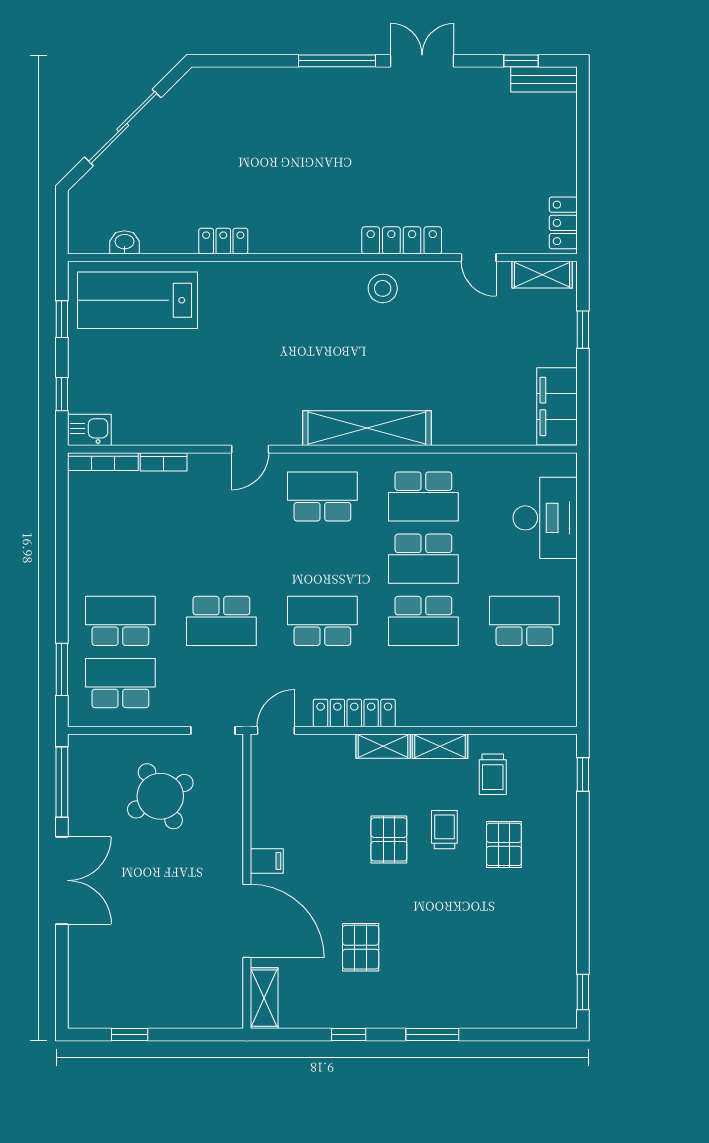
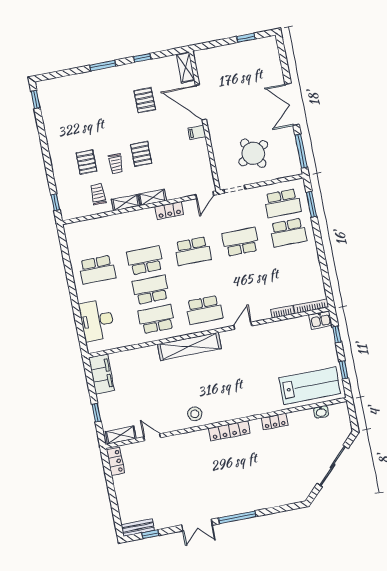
locker: (402, 240) -> (229, 431), moved
locker: (354, 713) -> (169, 210), width x0.66

